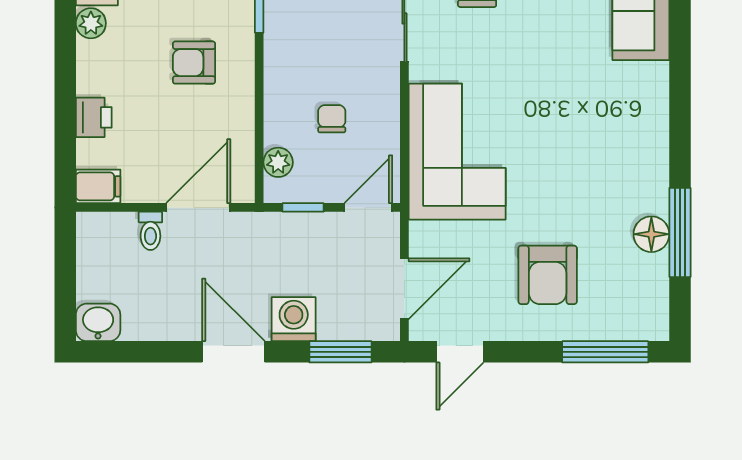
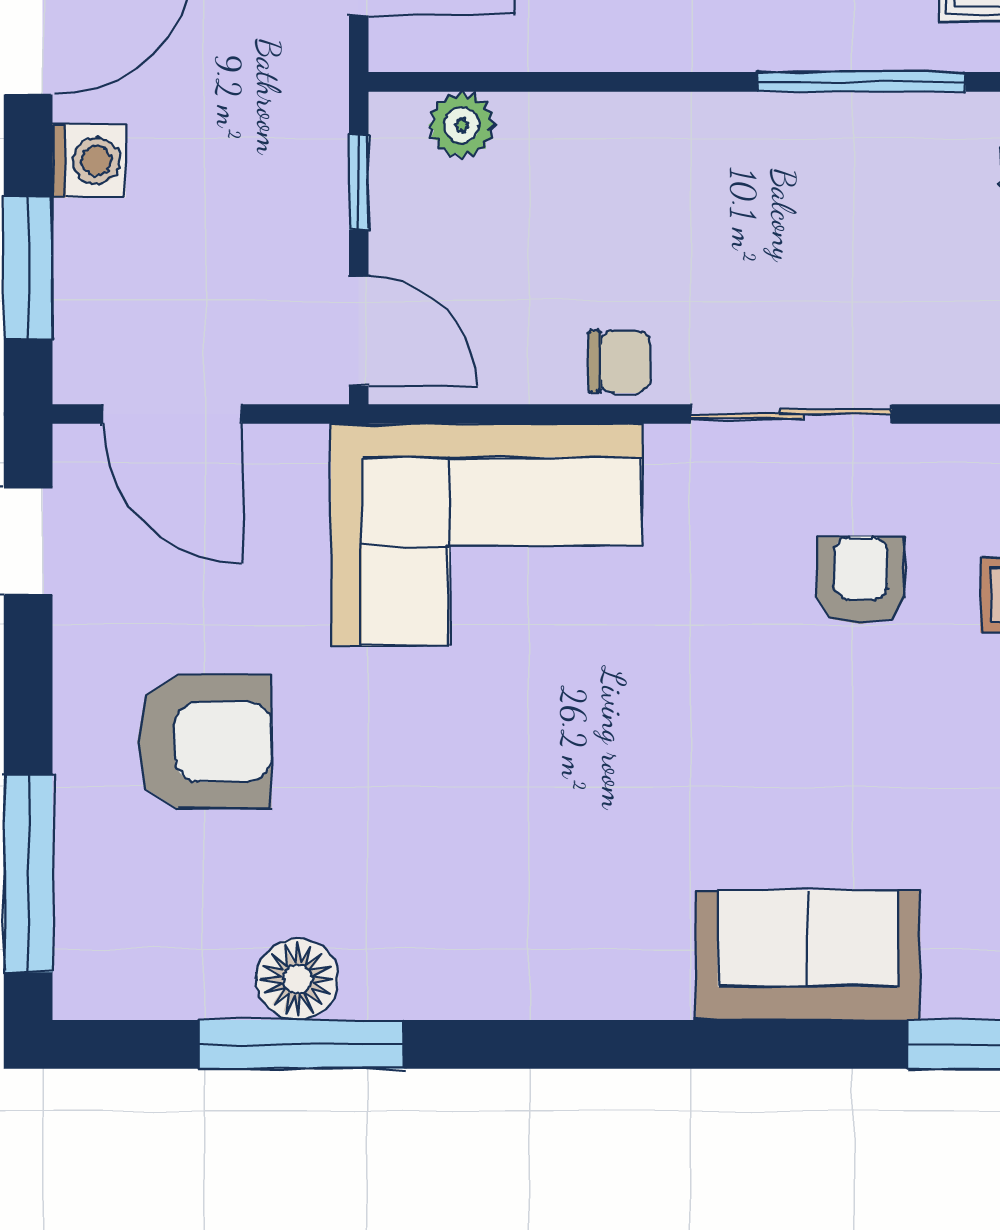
chair: (332, 119) -> (620, 362), moved
armchair: (548, 275) -> (204, 742), turned 180
washing machine: (294, 319) -> (89, 161), width x0.73, depth x0.73

